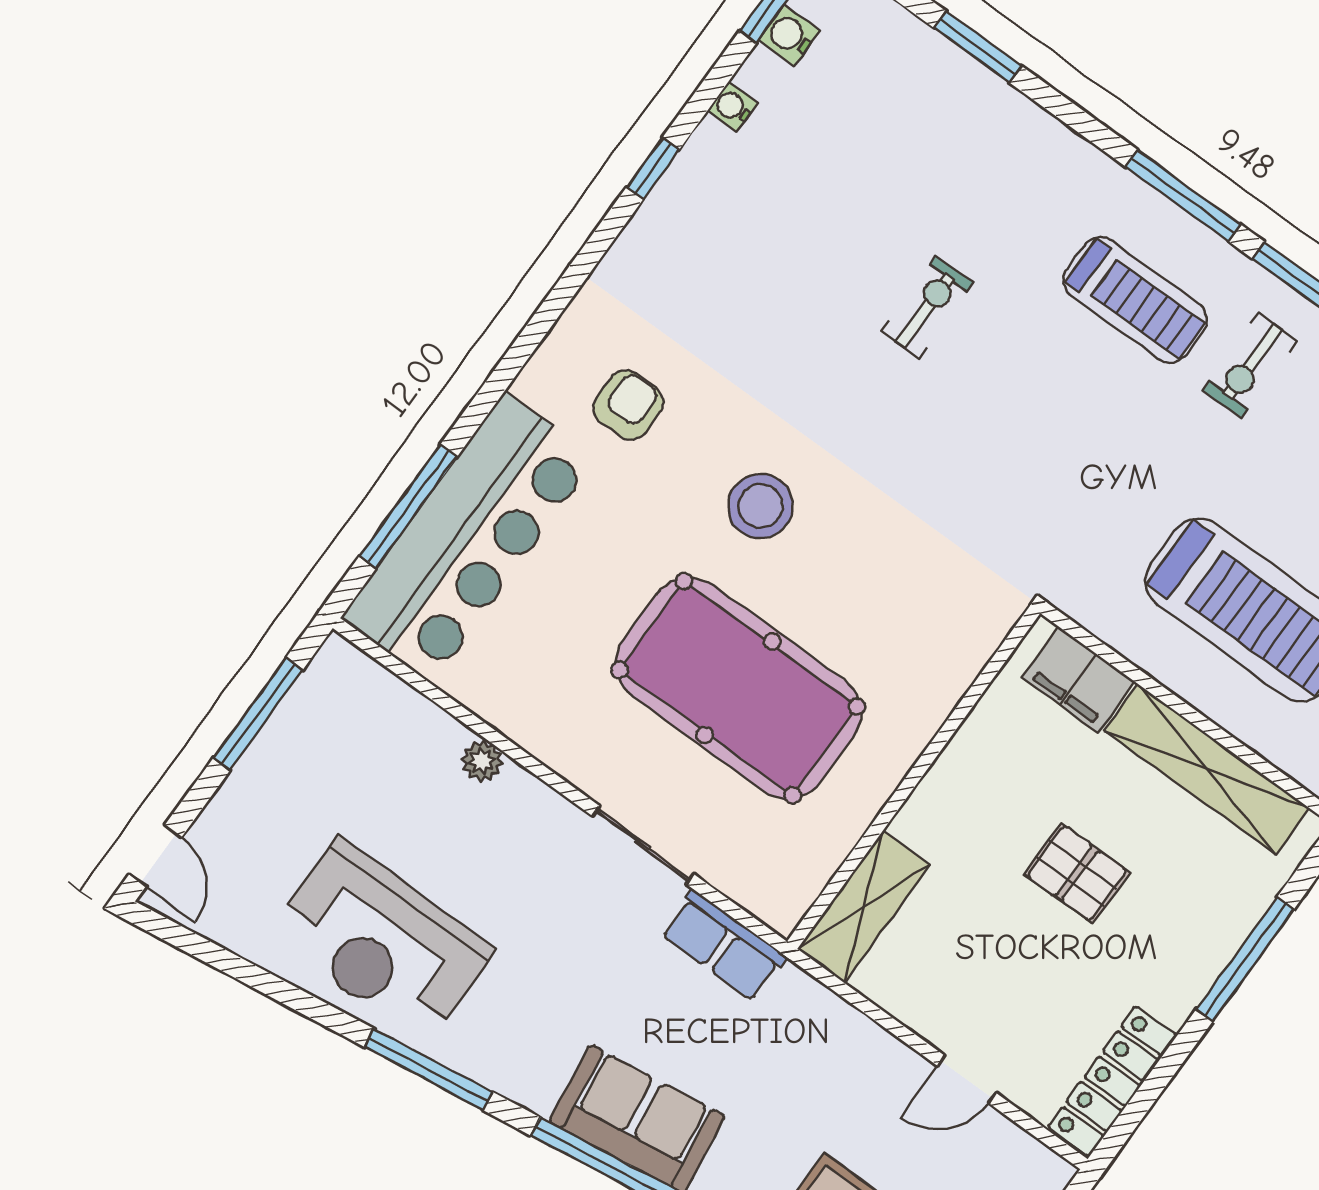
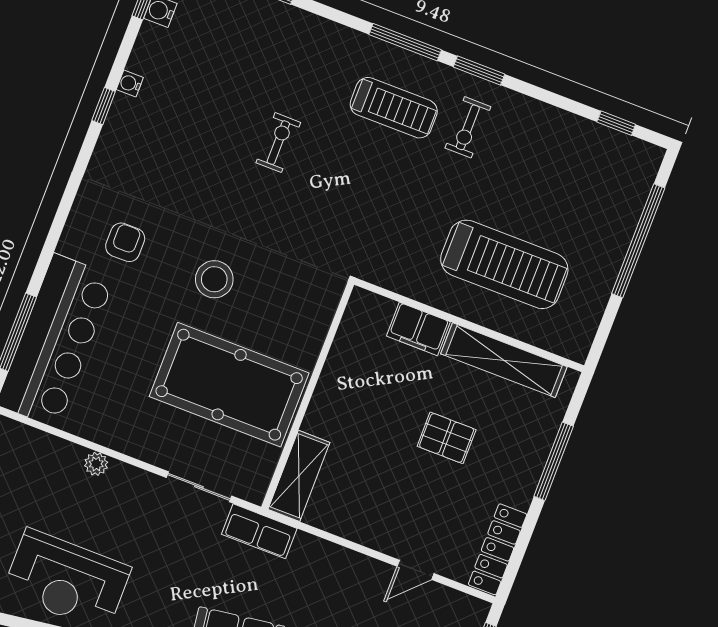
water cooler: (733, 107) -> (130, 84), moved
wall: (914, 777) -> (308, 396), moved
shelving: (864, 907) -> (299, 476), moved

